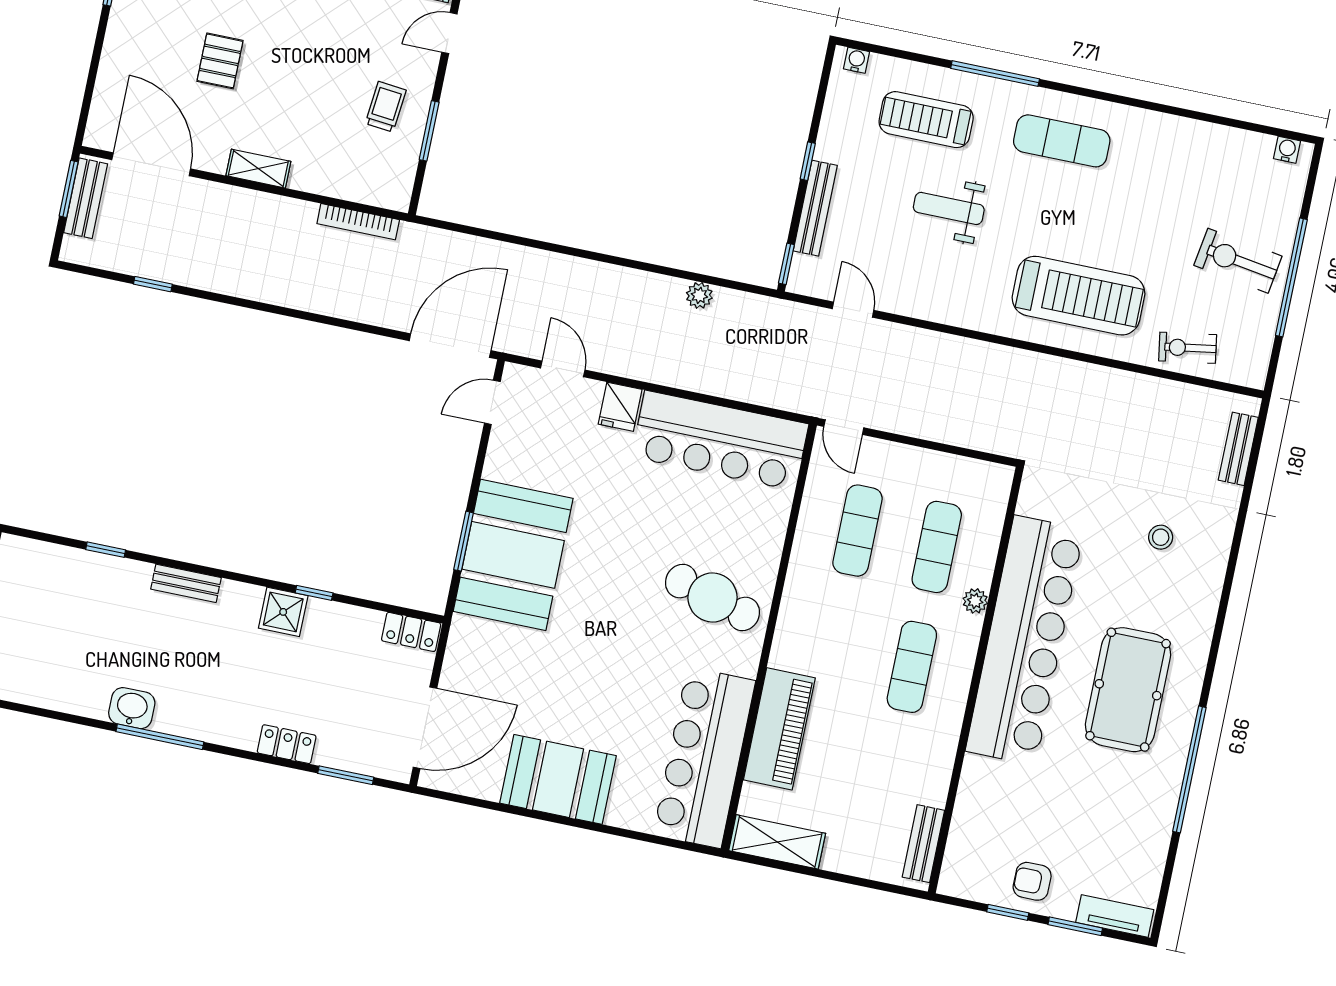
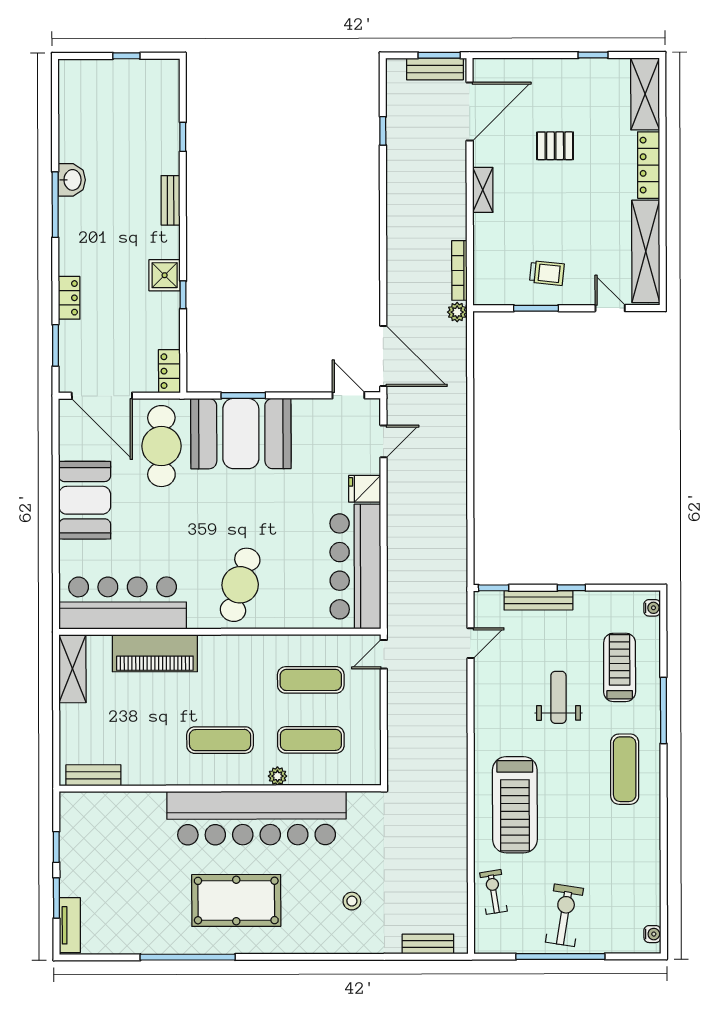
plant: (699, 295) -> (457, 312), moved
cafe table: (508, 663) -> (161, 446), added
armchair: (1032, 881) -> (83, 860), removed

